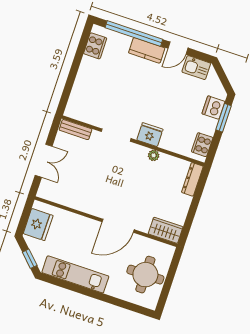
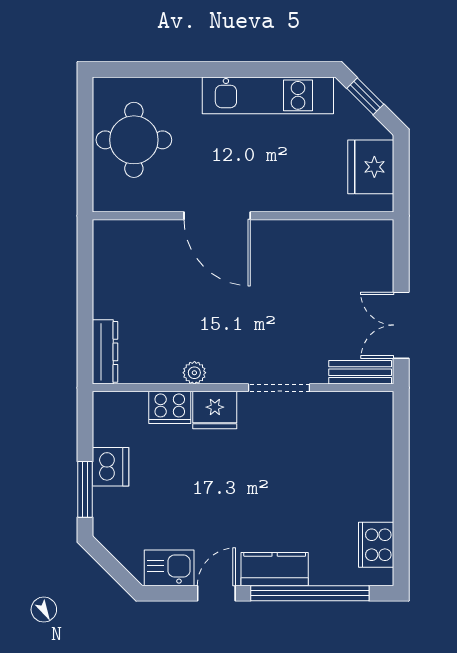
dishwasher: (213, 108) -> (111, 467), moved
cooker: (202, 145) -> (170, 407), moved, turned 90
double door: (44, 161) -> (401, 325), moved
door: (118, 226) -> (217, 216), swing flipped
wardrobe: (166, 230) -> (124, 237), removed

